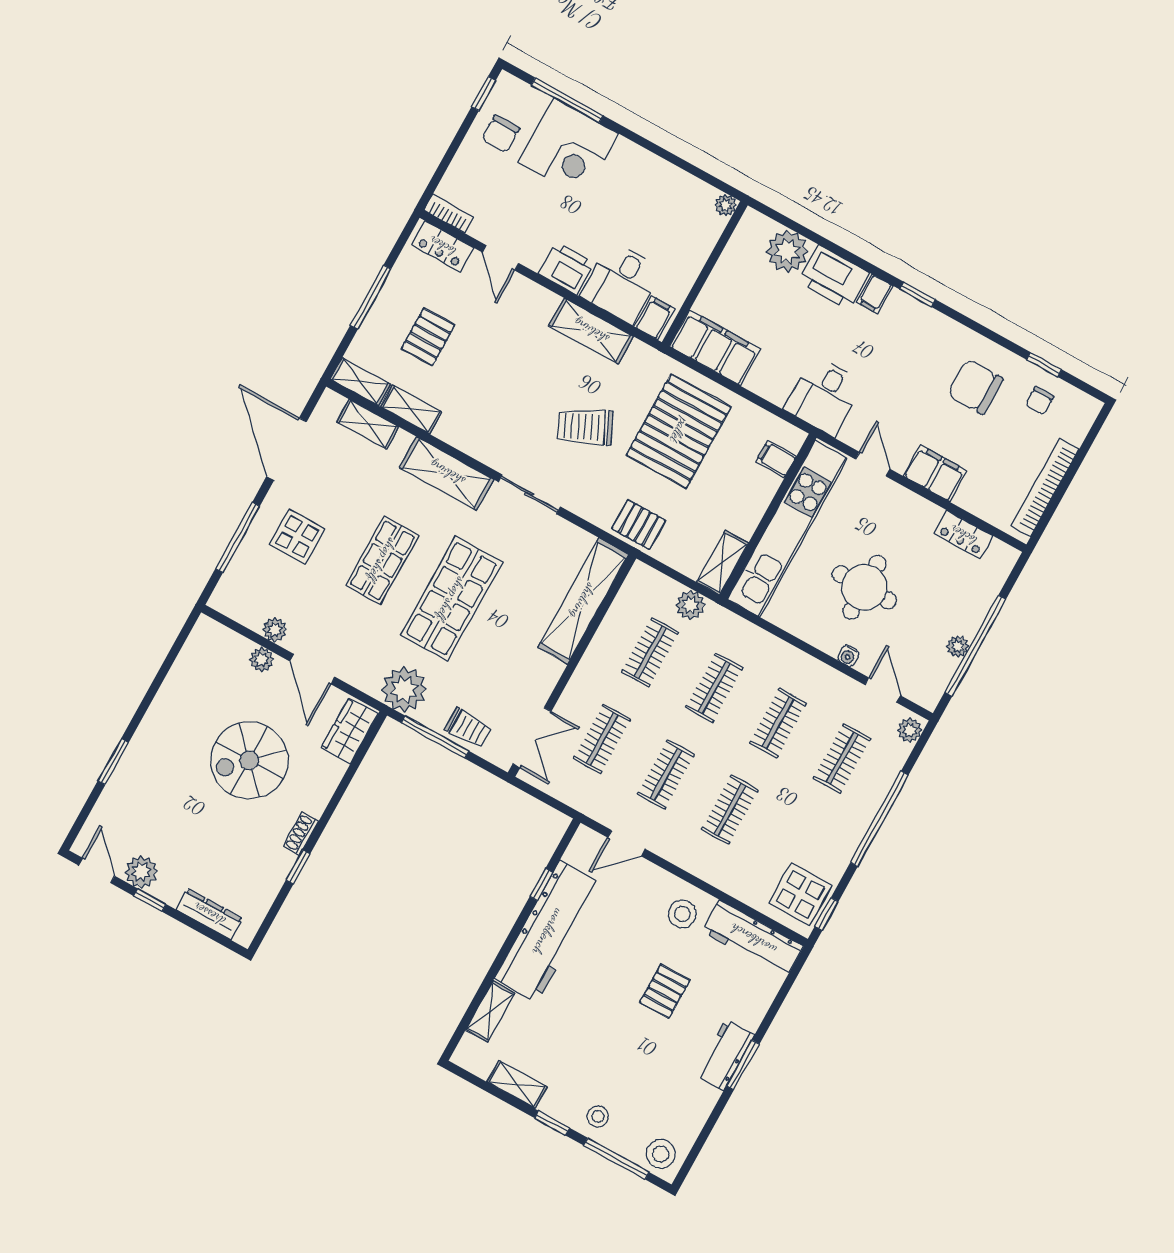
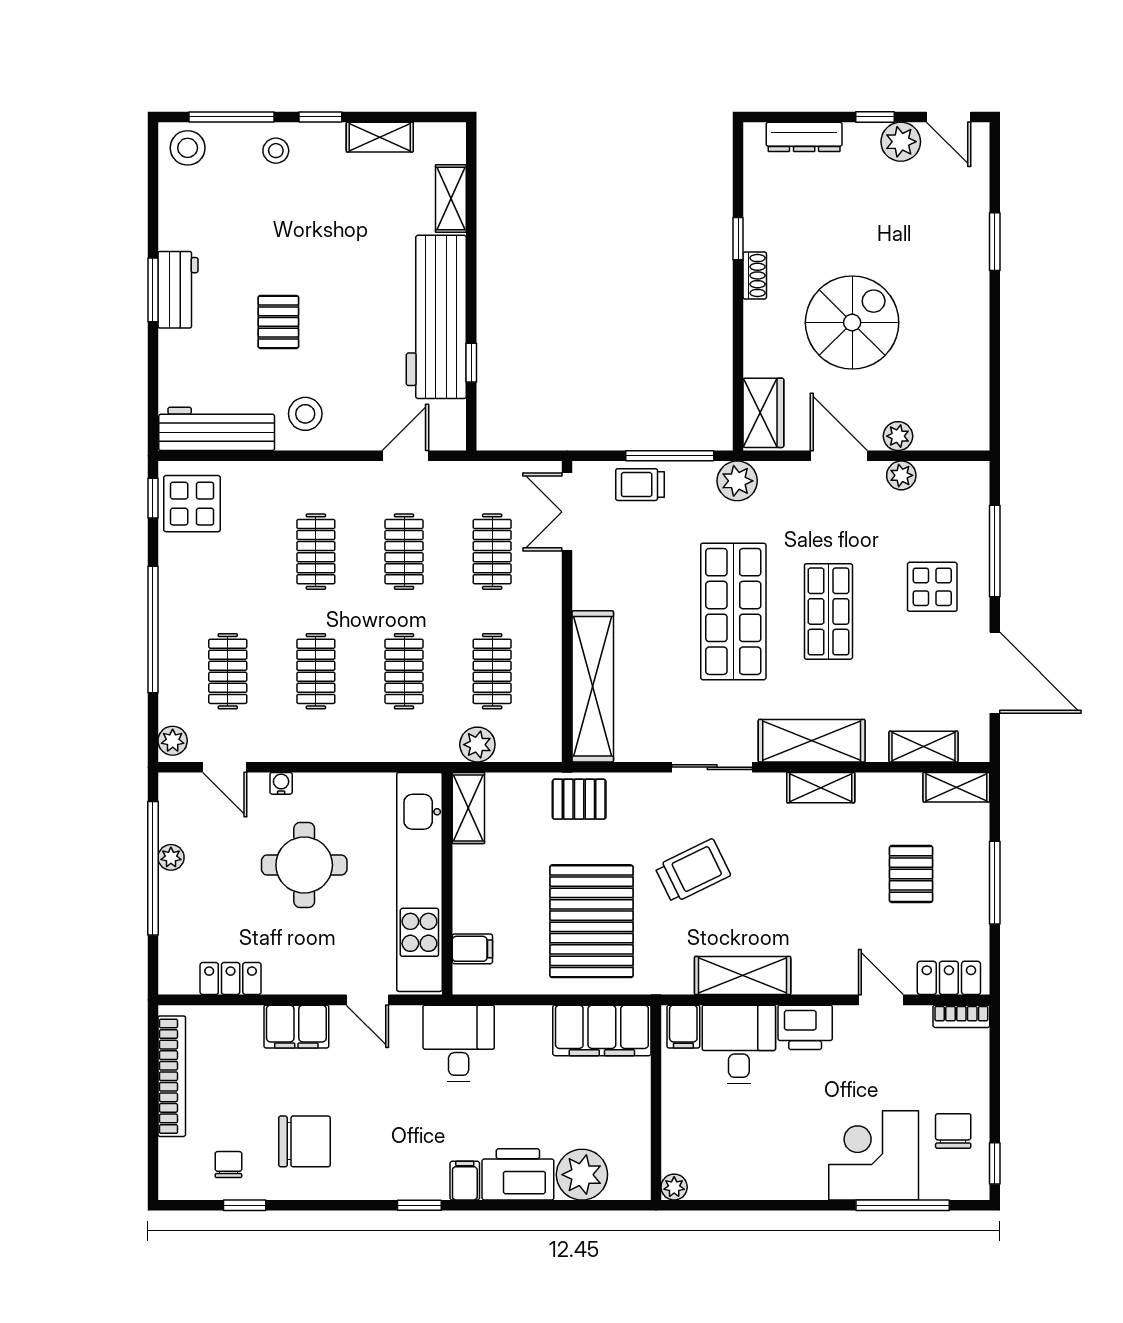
shelving: (411, 409) -> (821, 788), moved
plant: (404, 689) -> (737, 481), width x0.73, depth x0.73

